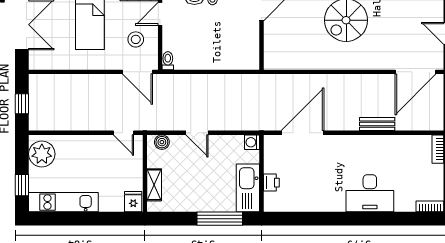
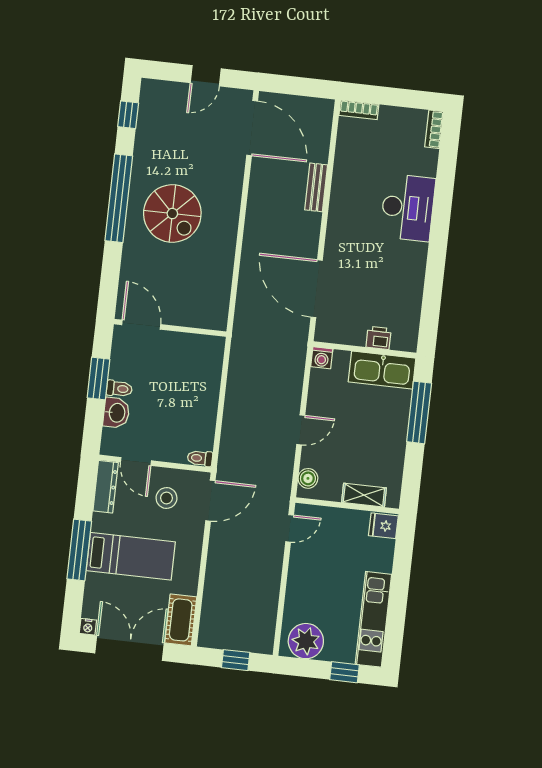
cot: (47, 60) -> (181, 620), added

